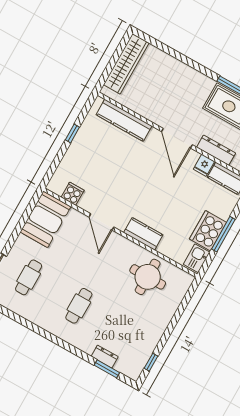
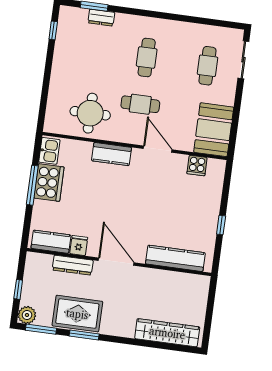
wardrobe: (126, 64) -> (167, 333), moved, turned 90
cafe table: (101, 267) -> (140, 104), added

